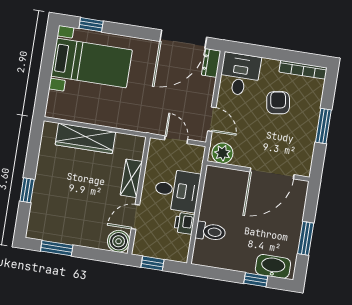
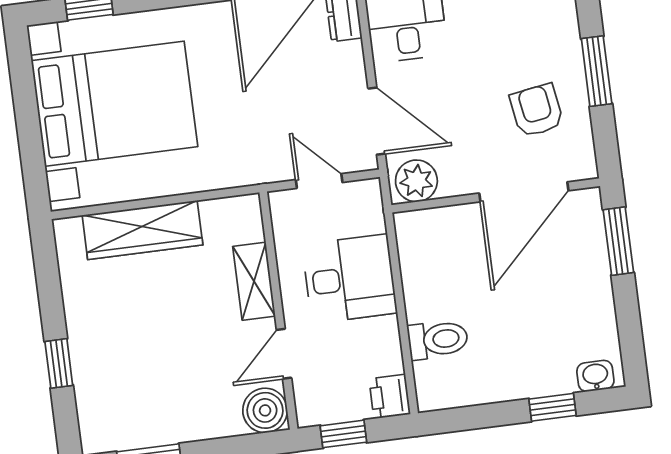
bed with nightstands: (91, 63) -> (114, 104), width x1.36
armchair: (278, 103) -> (537, 110), moved
door: (212, 119) -> (377, 121), width x1.38
printer: (184, 223) -> (390, 397), moved
window: (306, 238) -> (618, 241), moved
washbasin: (273, 266) -> (595, 376), width x0.52, depth x0.69

